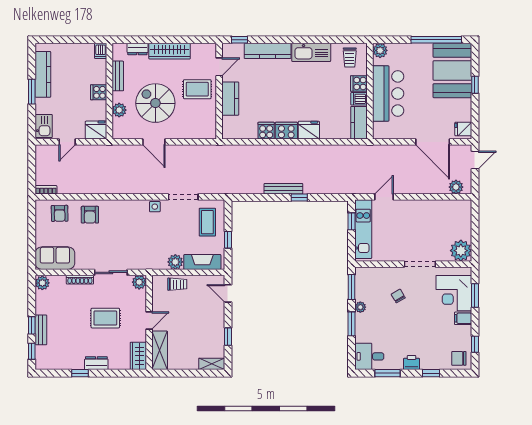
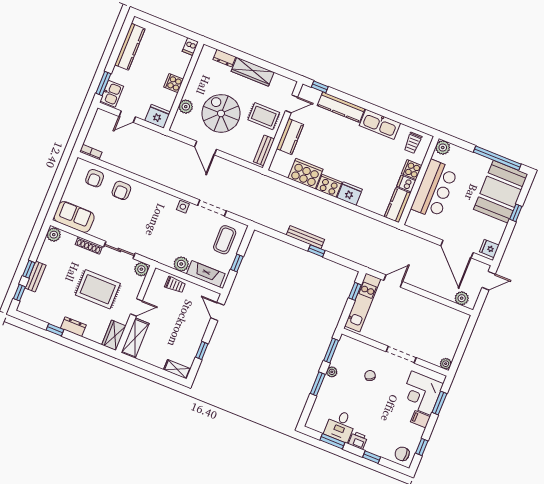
bench: (118, 76) -> (264, 150), moved
window: (32, 92) -> (103, 83), moved
cooker: (266, 131) -> (305, 174), width x1.87, depth x1.31
plant: (461, 251) -> (446, 364), width x0.53, depth x0.53
rug: (105, 318) -> (98, 289), width x1.36, depth x1.43
desk: (369, 356) -> (340, 426), moved, turned -90

